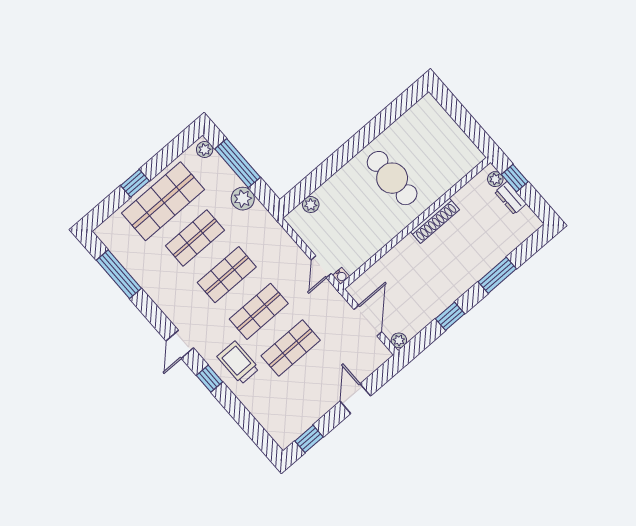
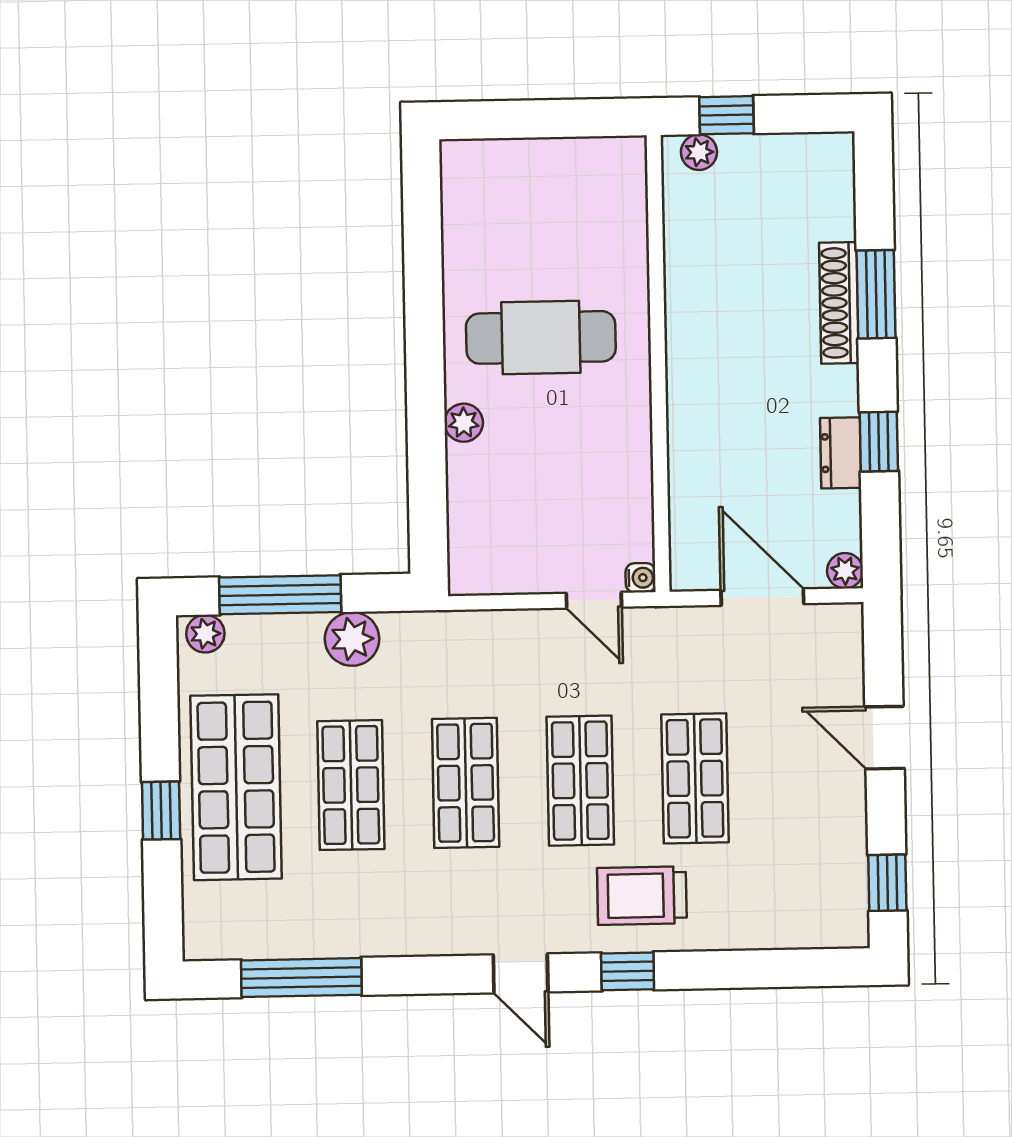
dresser: (511, 198) -> (841, 453), moved, turned 90
plant: (311, 205) -> (464, 423), moved
shoe rack: (435, 221) -> (839, 303), moved, turned 180

